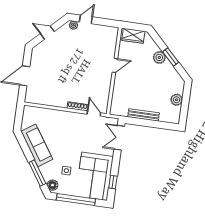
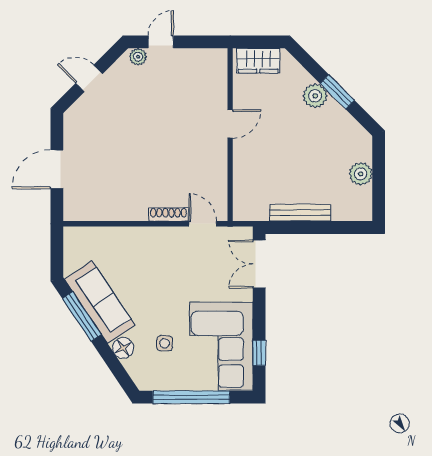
window: (37, 173) -> (82, 317), moved
floor lamp: (53, 185) -> (123, 348), moved

